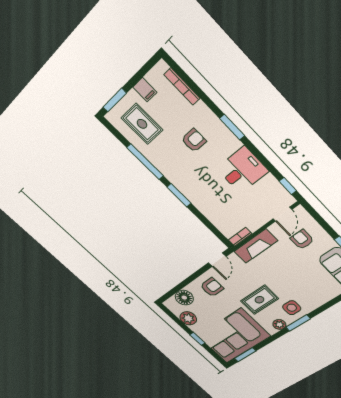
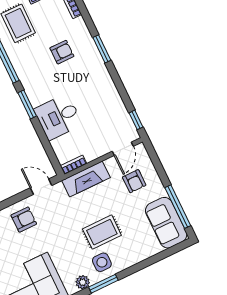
desk: (242, 170) -> (58, 117), moved, turned 180
armchair: (302, 239) -> (134, 181), turned 180
door: (217, 260) -> (41, 187), swing flipped
rug: (259, 300) -> (102, 232), moved

